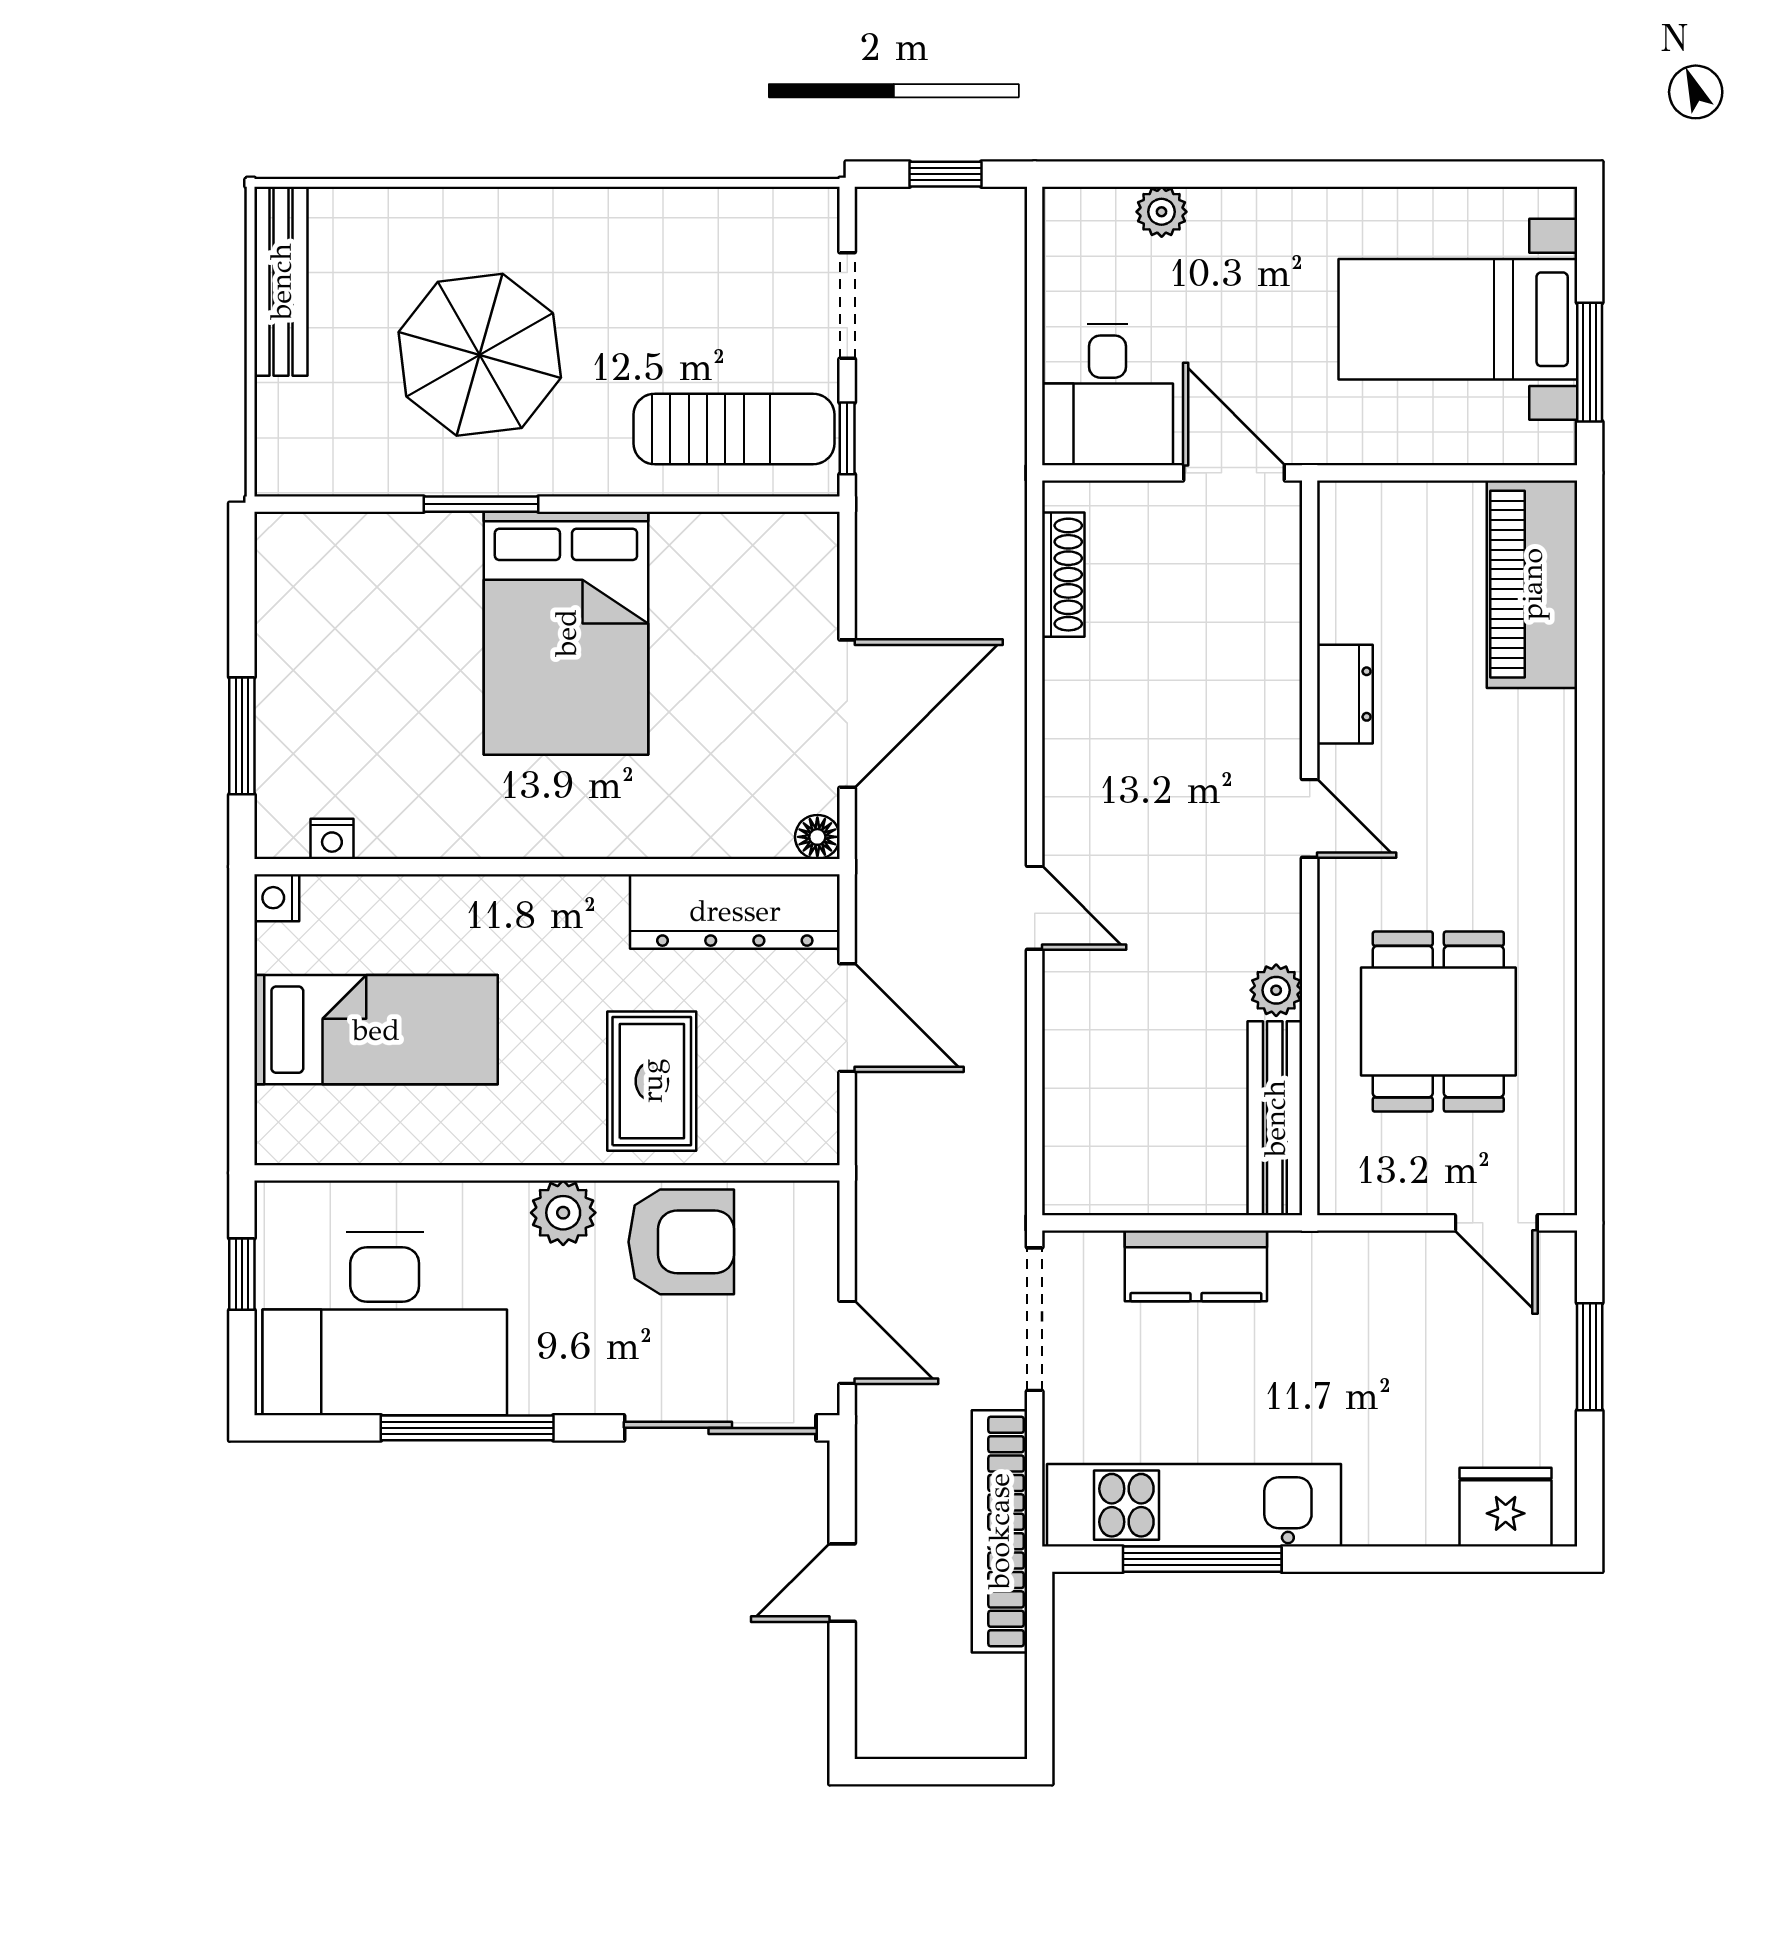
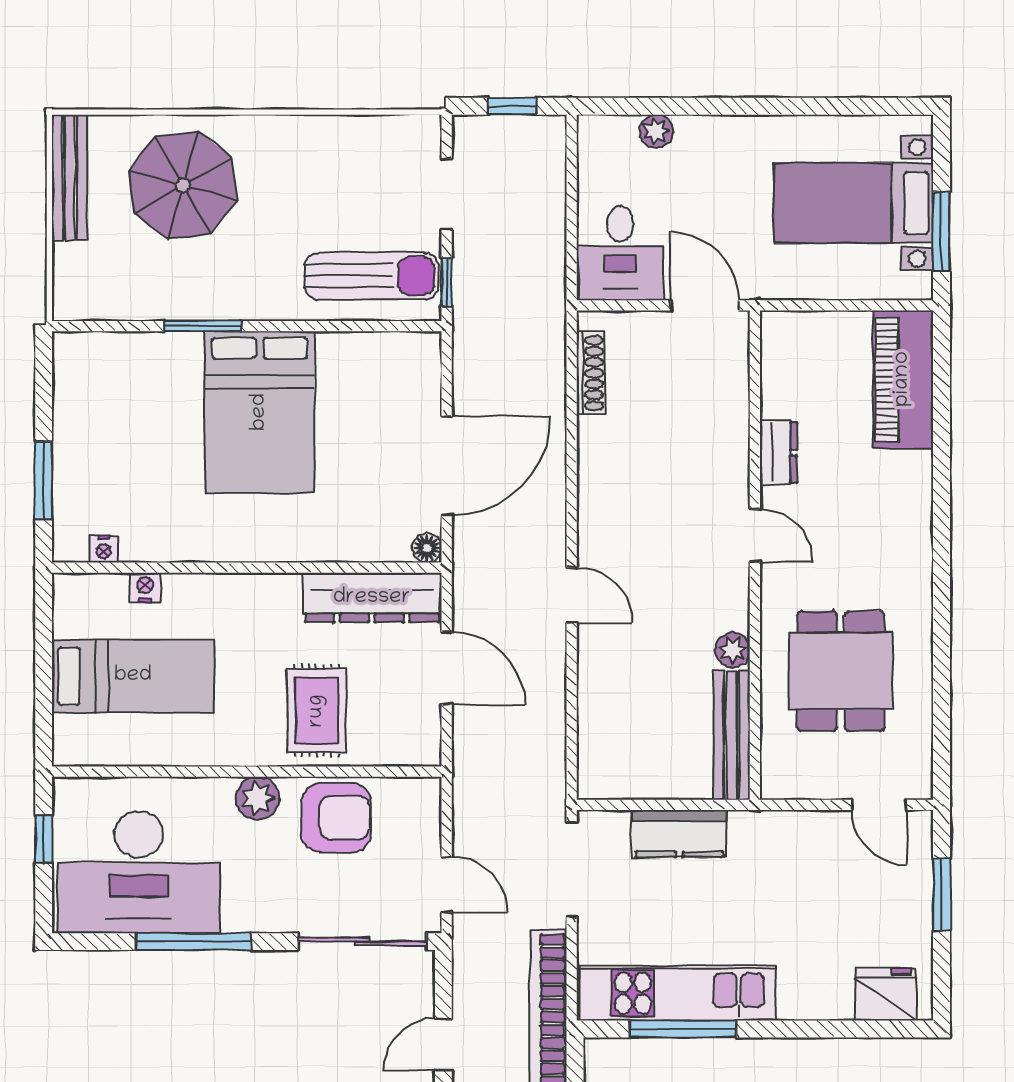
parasol: (480, 355) -> (183, 185), moved
nightstand: (277, 898) -> (145, 587), moved, turned 90

